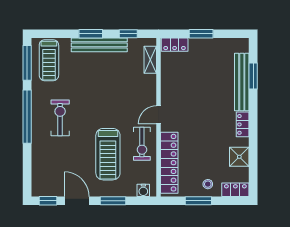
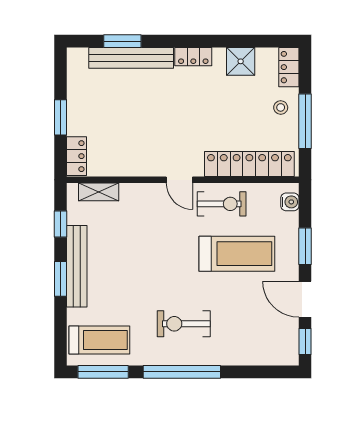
door: (77, 201) -> (305, 299), hinge flipped
window: (198, 201) -> (305, 121), width x1.44

